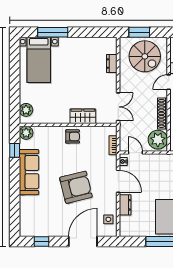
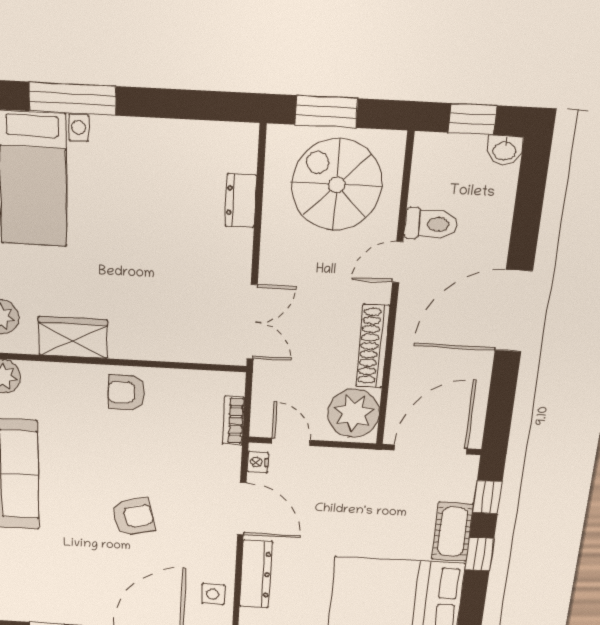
spiral stairs: (145, 56) -> (337, 185), turned 180
wardrobe: (83, 116) -> (73, 338), moved
armchair: (73, 136) -> (126, 393), turned 180
armchair: (76, 187) -> (133, 517), width x0.53, depth x0.53
dresser: (125, 205) -> (256, 574), width x1.44

